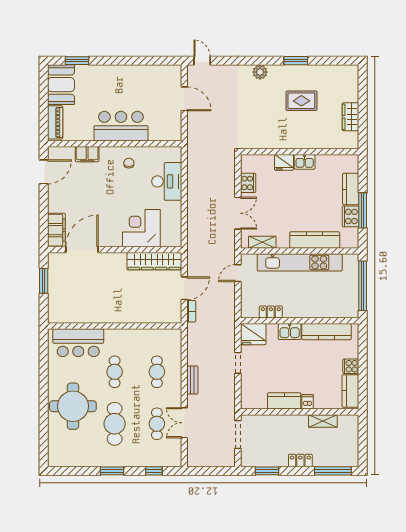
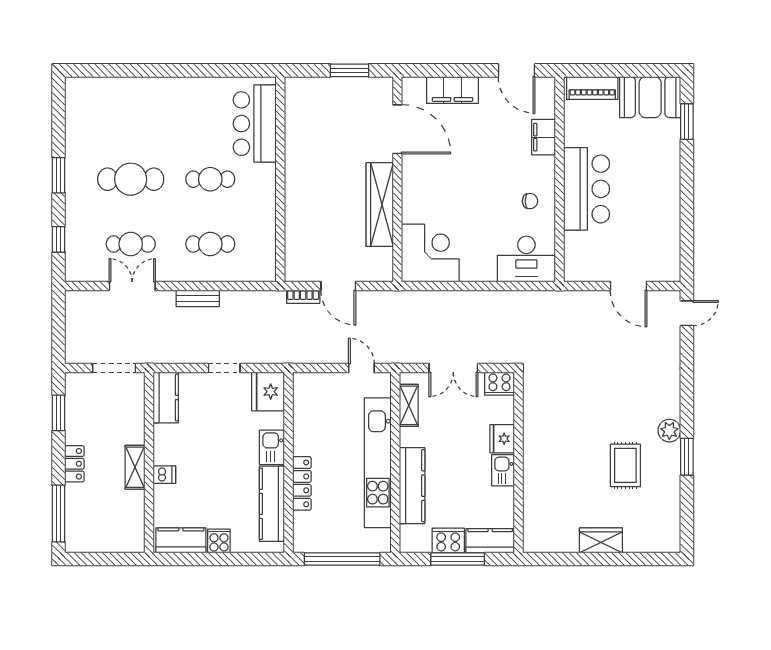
plant: (260, 72) -> (669, 431), moved
door: (184, 99) -> (628, 286), hinge flipped
wall: (300, 152) -> (519, 463), moved
fridge: (284, 162) -> (502, 439), moved
kitchen sink: (305, 162) -> (503, 470), moved
desk: (167, 181) -> (526, 259), moved
corner desk: (141, 228) -> (430, 253), moved
filing cabinet: (56, 230) -> (452, 90), moved
wardrobe: (154, 261) -> (380, 204), moved
locker: (271, 312) -> (302, 483), moved, width x1.53
kitchen counter: (284, 401) -> (166, 397), moved
round table: (73, 406) -> (158, 115), removed
shelving: (323, 421) -> (135, 467), moved

